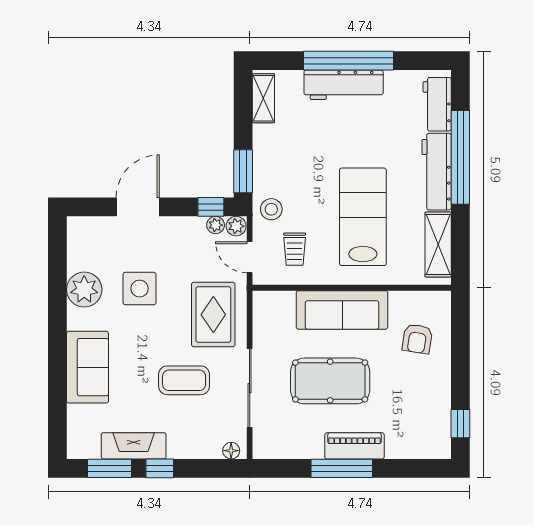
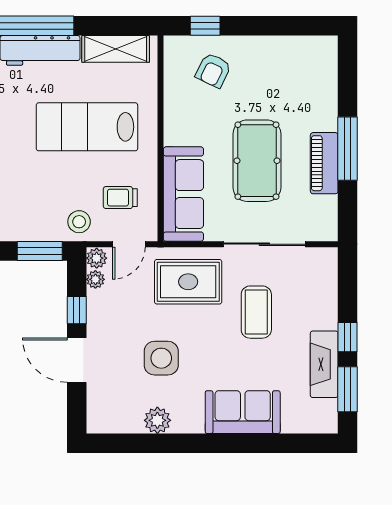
window: (211, 207) -> (77, 310), moved
trolley: (295, 249) -> (120, 198), turned 180
plant: (84, 290) -> (157, 420), width x0.73, depth x0.73
sofa: (342, 310) -> (183, 194), moved
armchair: (417, 339) -> (213, 70), turned 107
window: (460, 424) -> (205, 26), moved
piano: (355, 446) -> (324, 163), moved
floor lamp: (231, 451) -> (329, 263), removed

